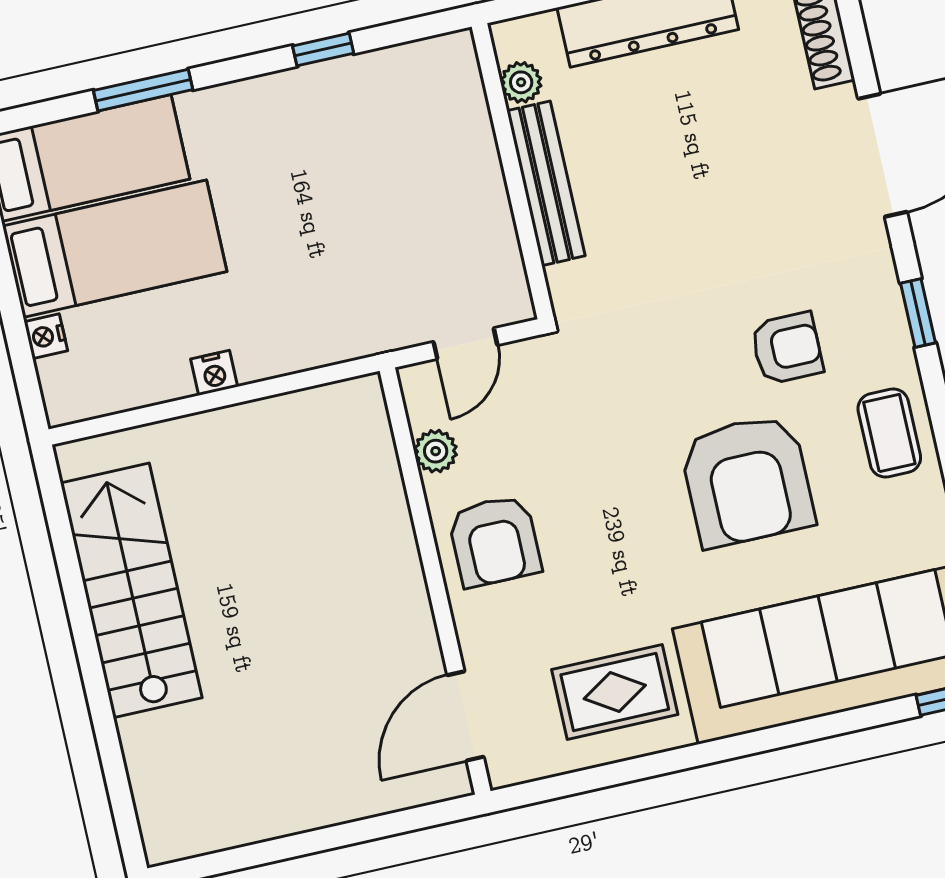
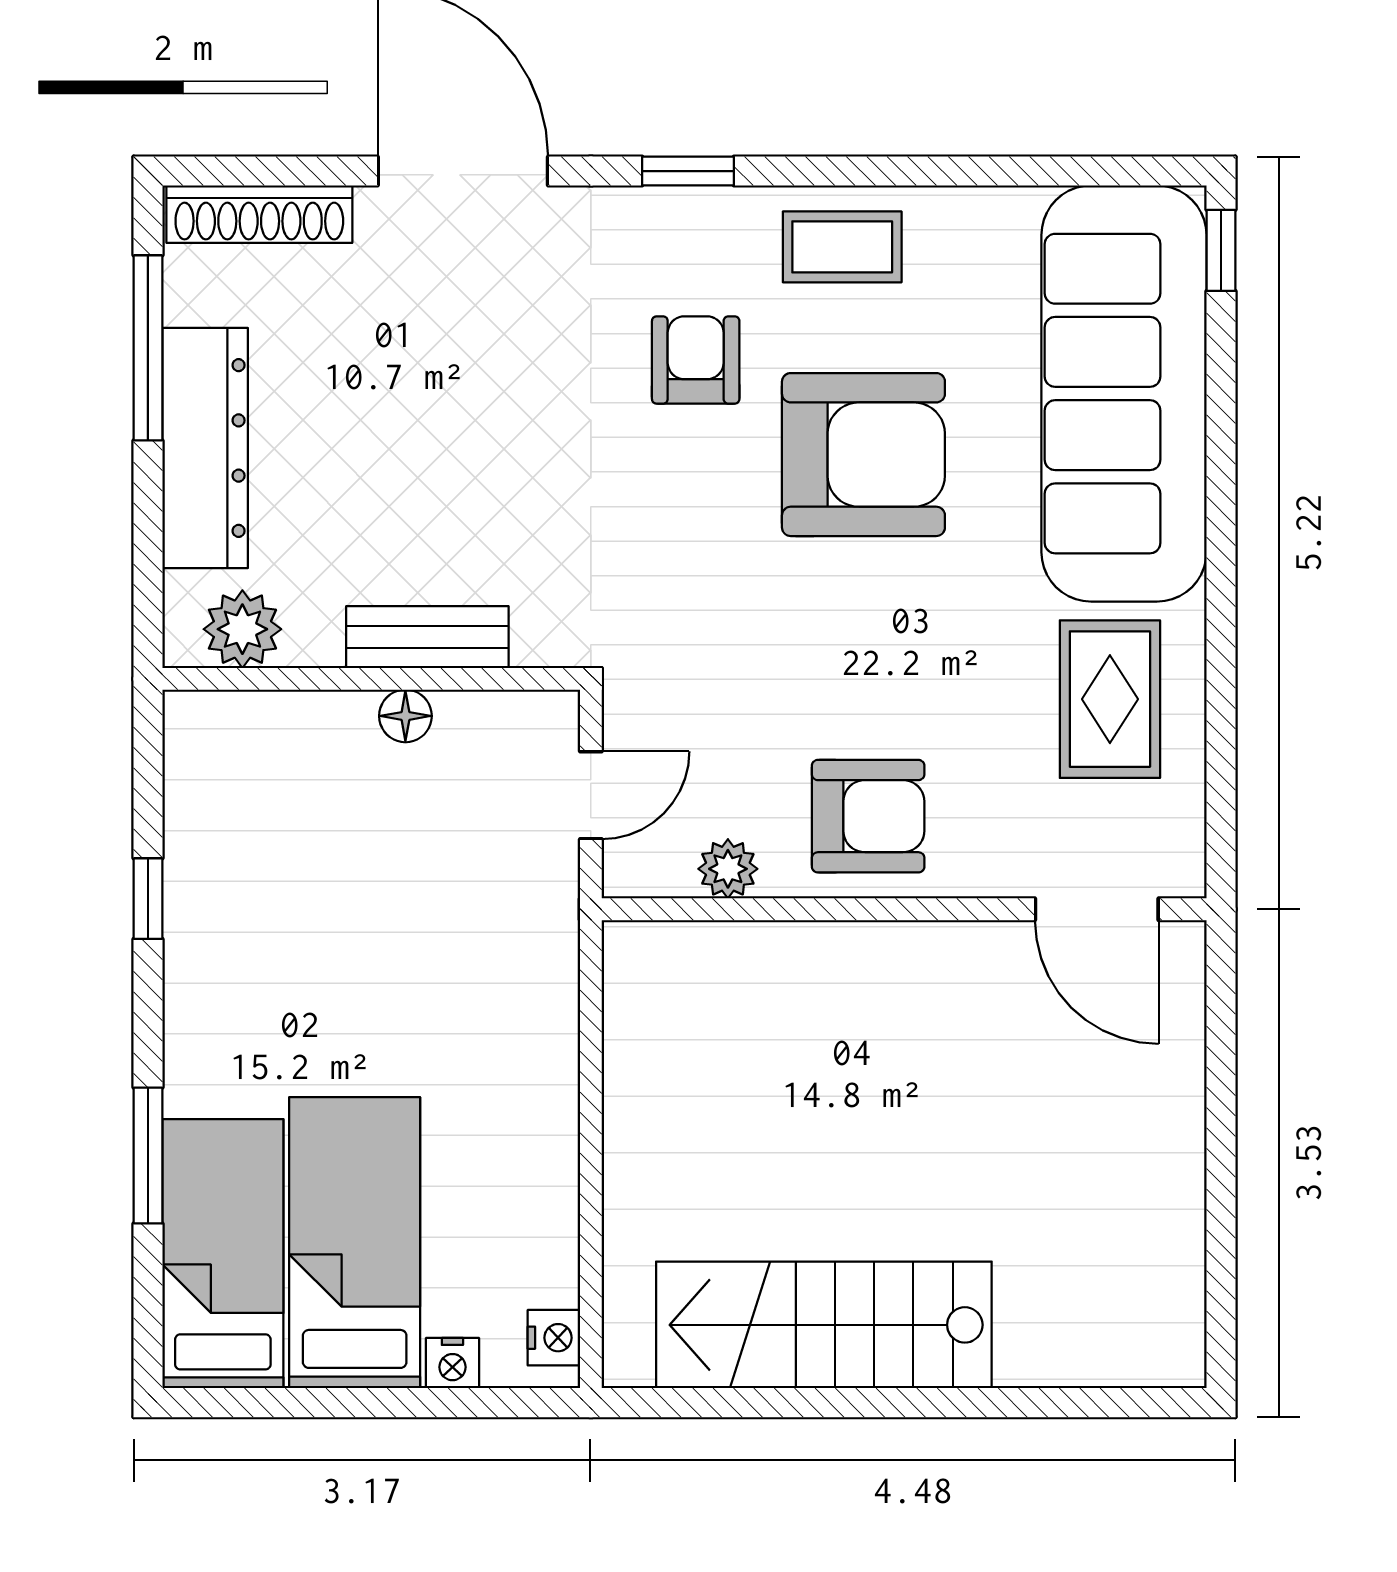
plant: (521, 82) -> (242, 629), width x1.38, depth x1.38
bench: (546, 183) -> (427, 637), width x0.73
floor lamp: (492, 201) -> (405, 716), added
door: (465, 343) -> (591, 795), hinge flipped
nightstand: (214, 373) -> (554, 1338), moved

